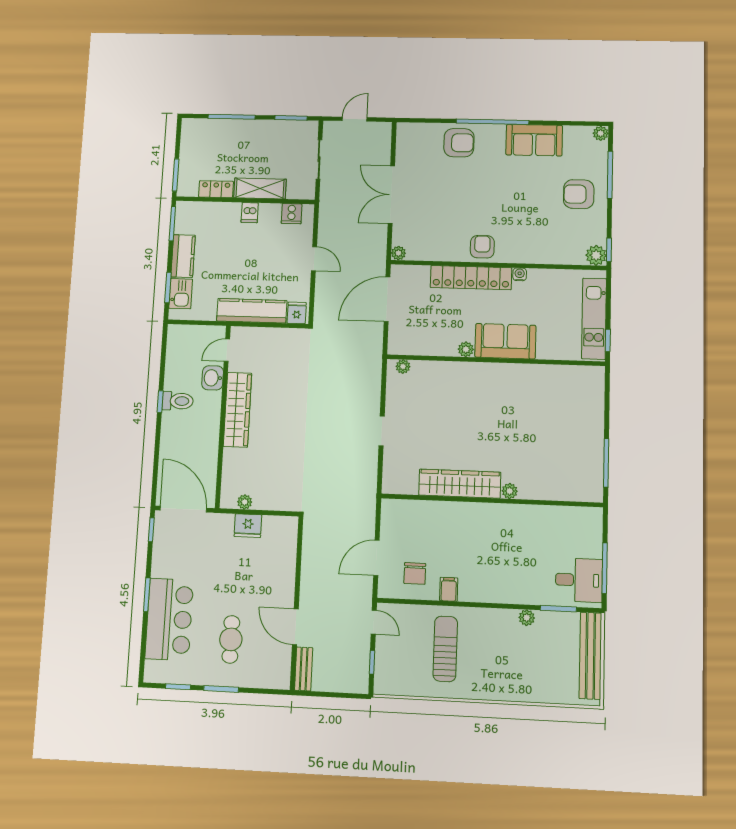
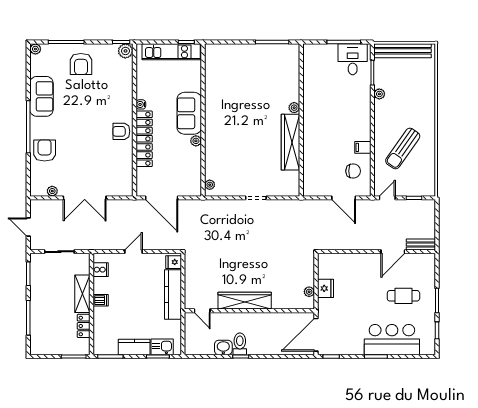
plant: (398, 253) -> (52, 191), moved
washbasin: (213, 378) -> (223, 347), moved, turned 180
sun lounger: (445, 649) -> (403, 148), turned -55

